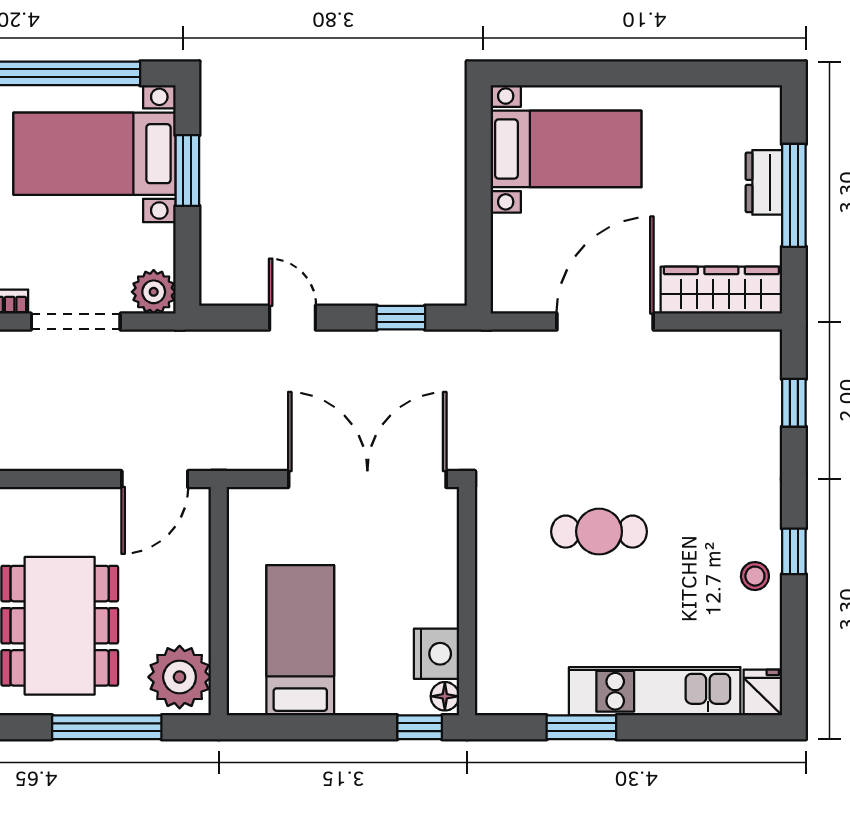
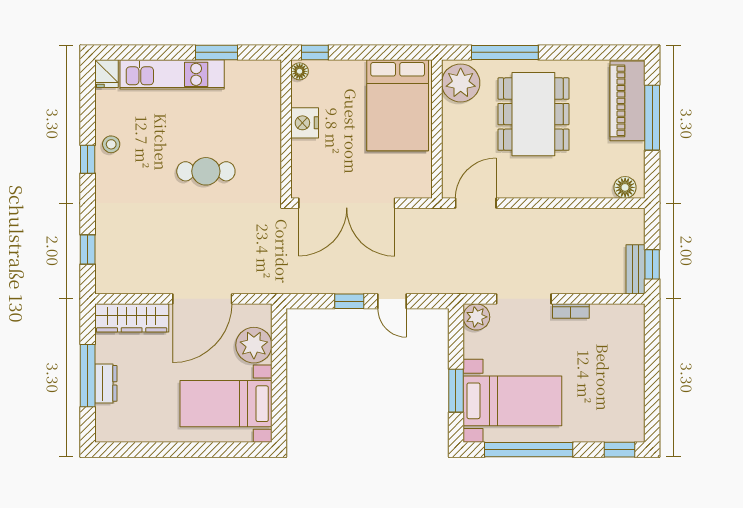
plant: (520, 245) -> (254, 345), added
window: (401, 318) -> (349, 301), moved
bed: (300, 640) -> (398, 105), width x1.50
nightstand: (437, 654) -> (305, 123), moved

